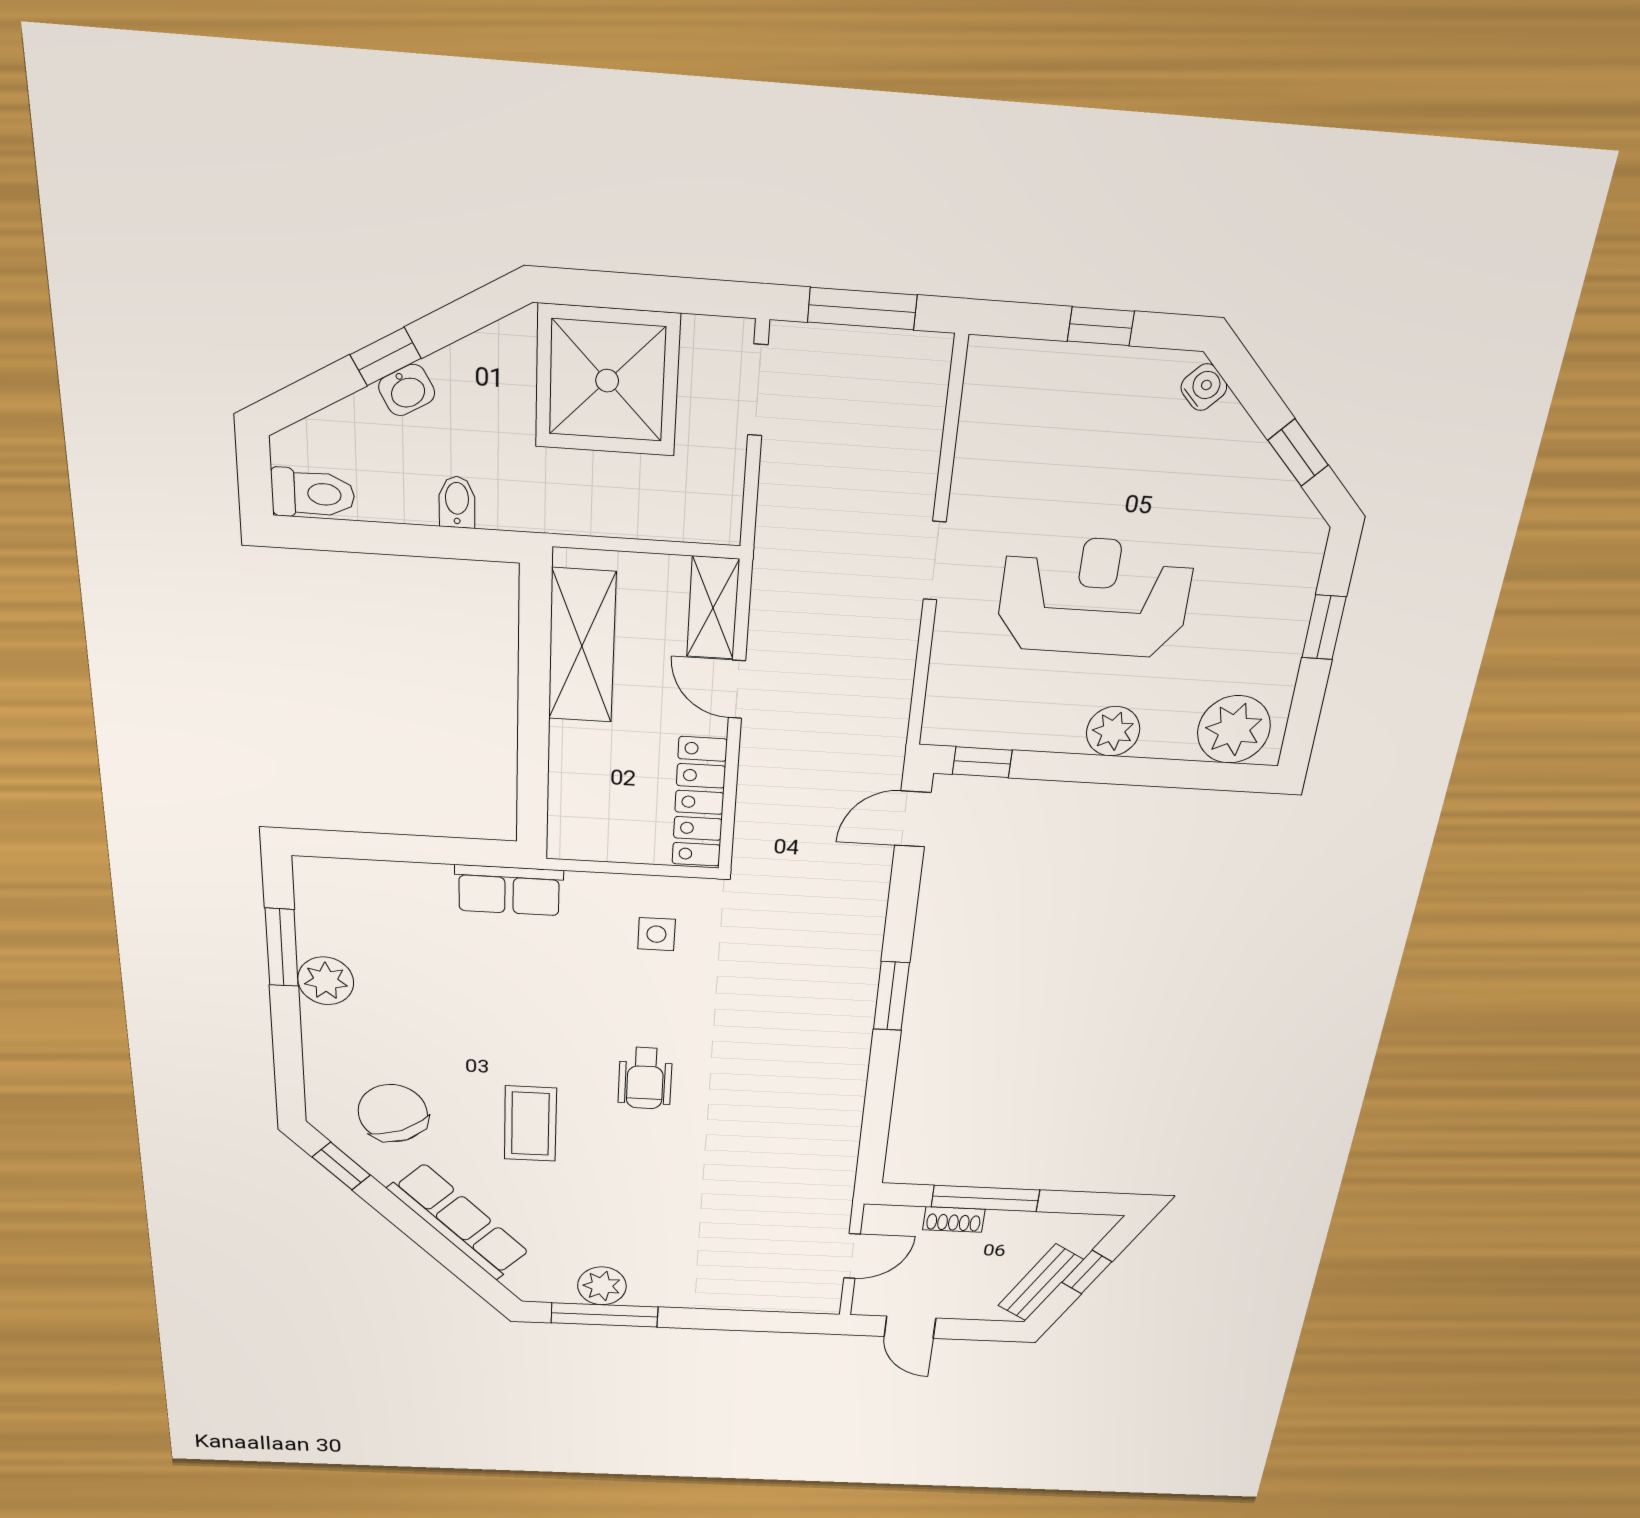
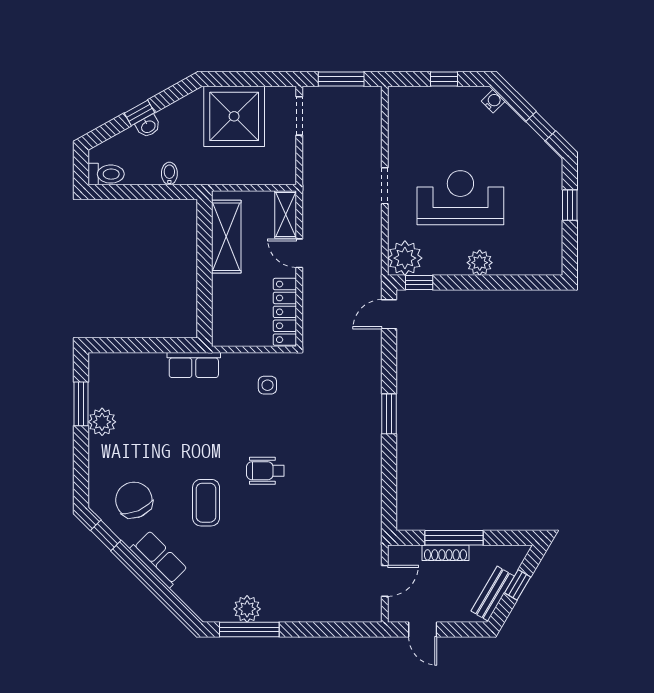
plant: (1234, 729) -> (405, 258), moved
wheelchair: (645, 1078) -> (265, 471), turned 90
shoe rack: (954, 1219) -> (445, 553), width x1.43
row of seats: (459, 1221) -> (159, 559), width x0.68

